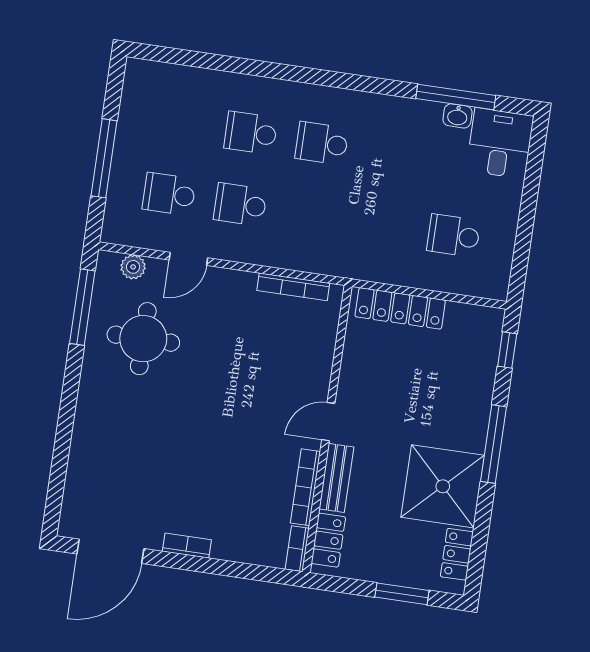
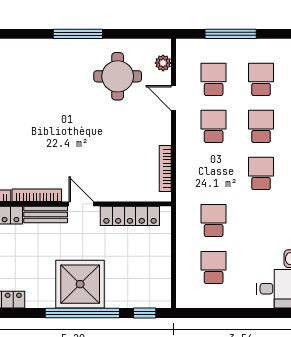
school desk: (180, 122) -> (261, 79), added
school desk: (382, 225) -> (214, 220), added
window: (82, 307) -> (78, 34), moved
locker: (400, 308) -> (130, 216), moved, turned -90
window: (493, 444) -> (82, 313), width x1.46
shower: (443, 486) -> (80, 284), moved

